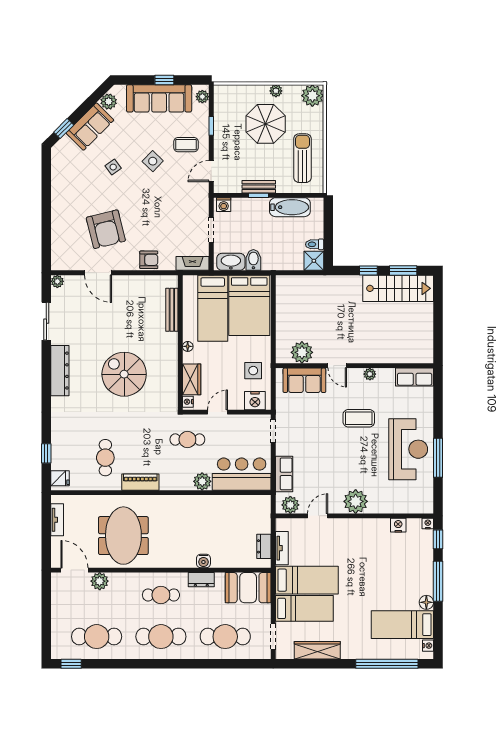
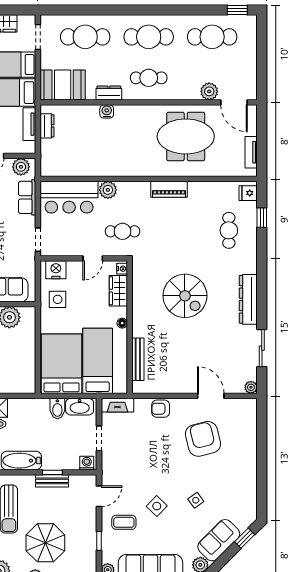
cafe table: (105, 458) -> (229, 230), moved
meeting table: (123, 536) -> (186, 136), turned 90

